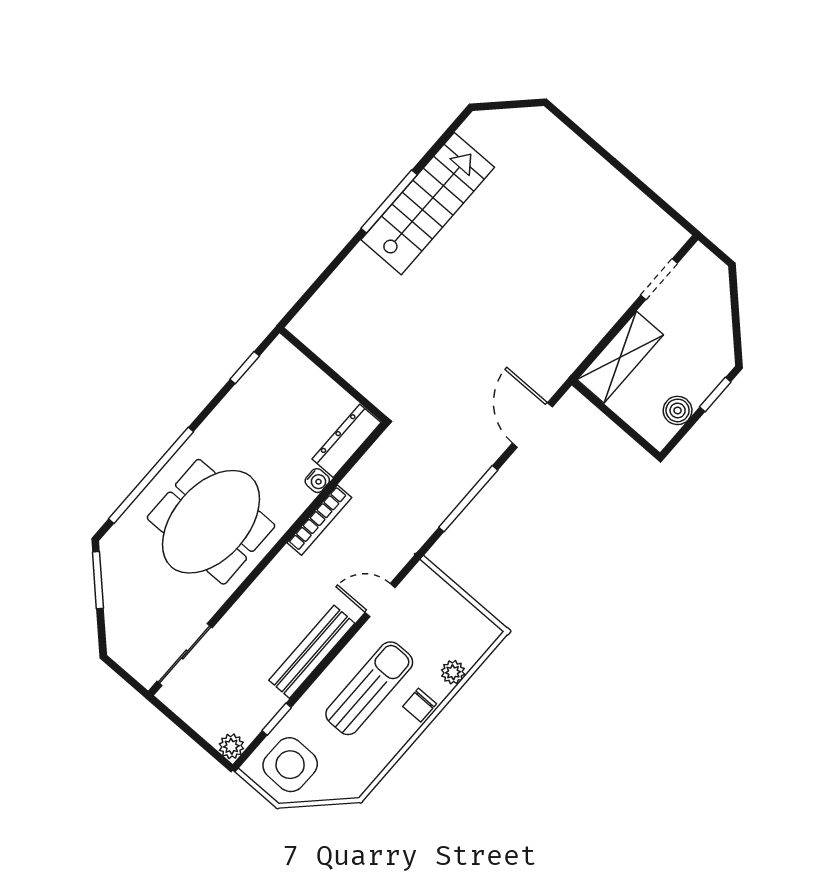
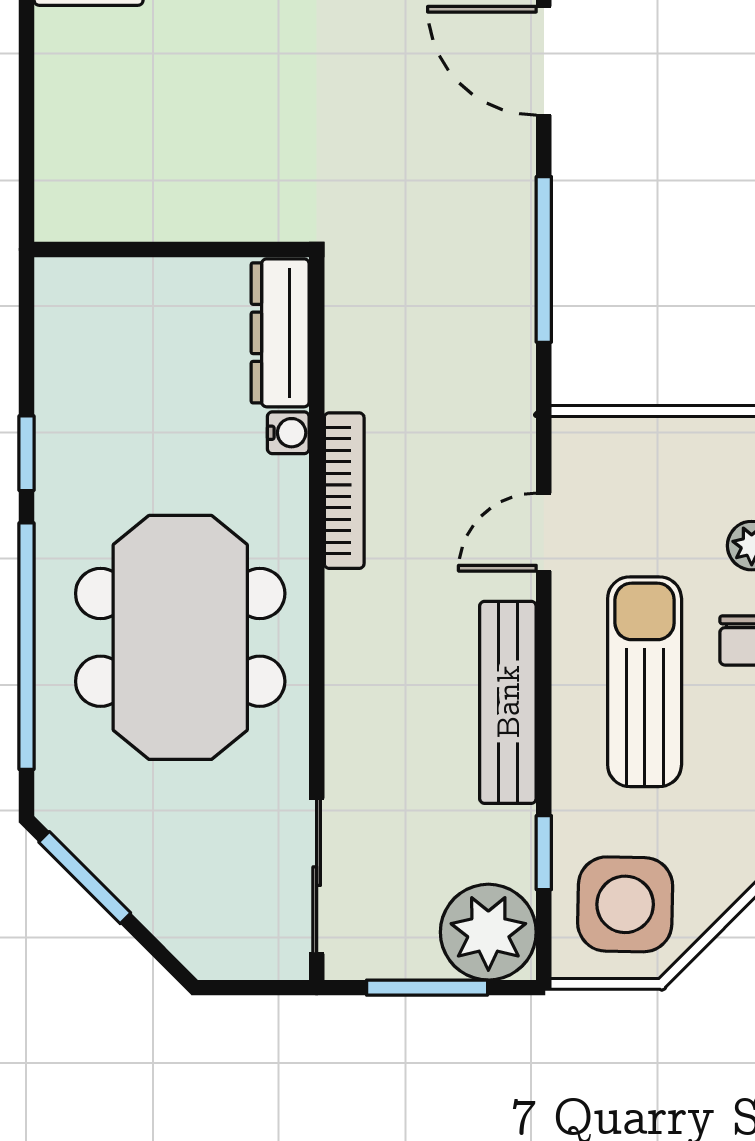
window: (245, 368) -> (26, 453), moved
window: (190, 732) -> (427, 988), added
plant: (231, 746) -> (488, 932), width x1.87, depth x1.87

